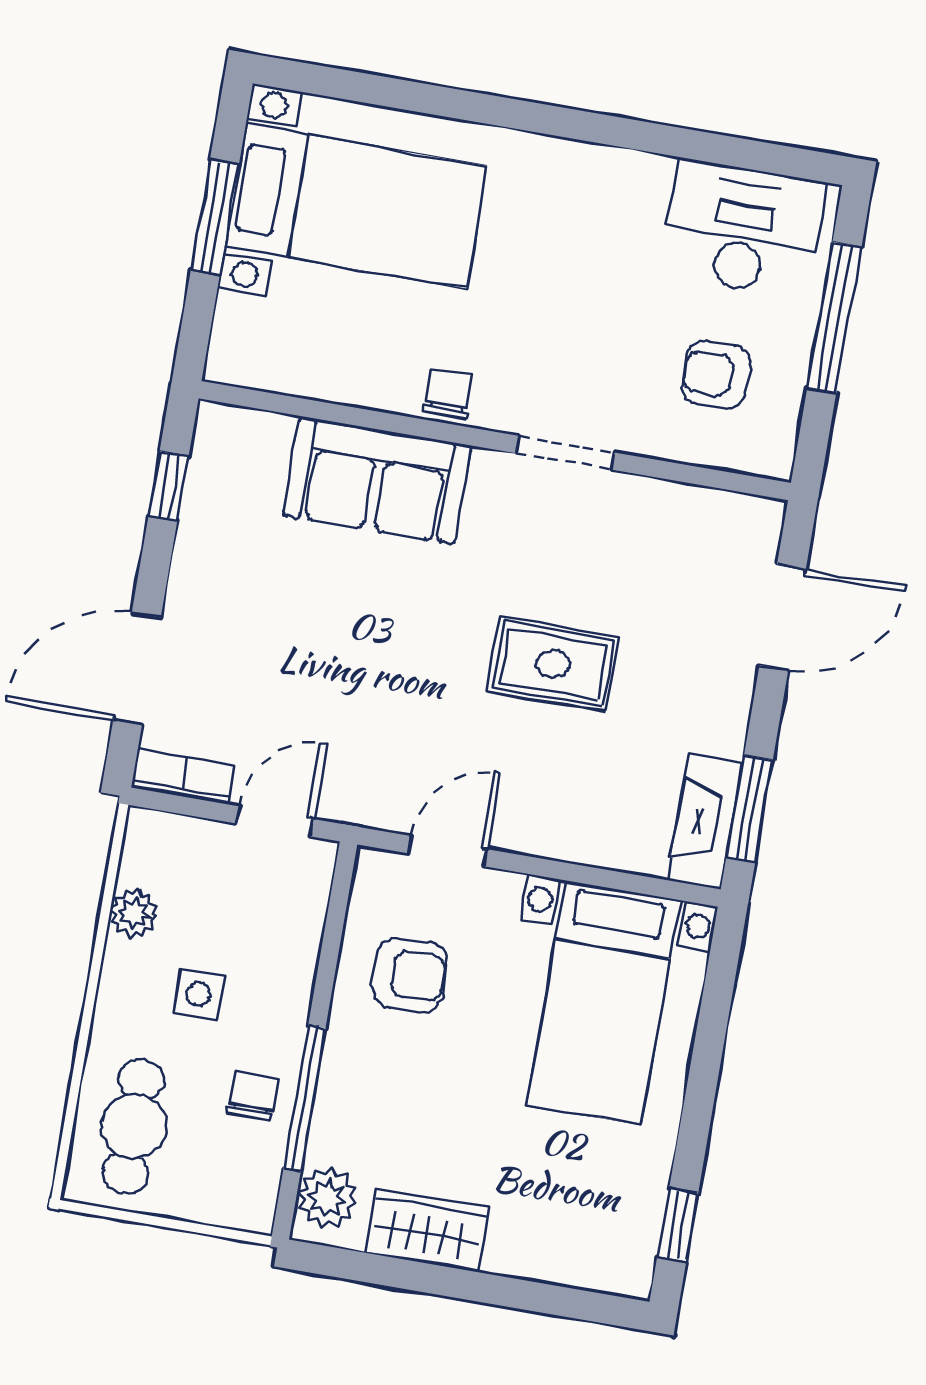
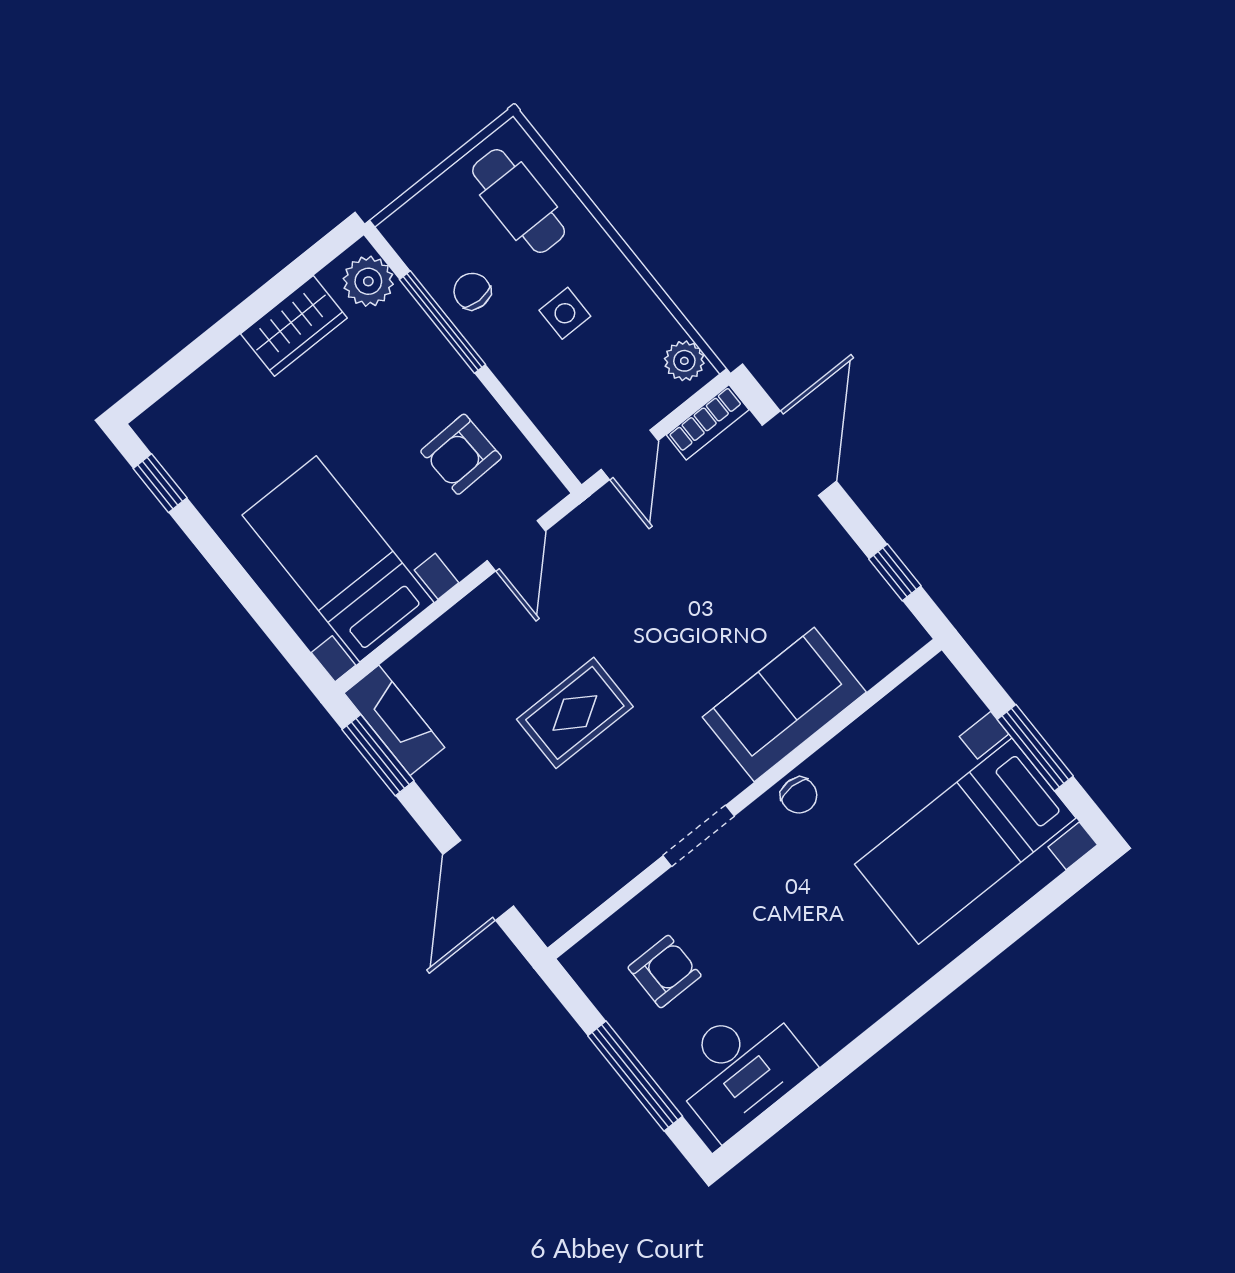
plant: (134, 913) -> (684, 361), moved
chair: (253, 1096) -> (472, 291), turned 180

